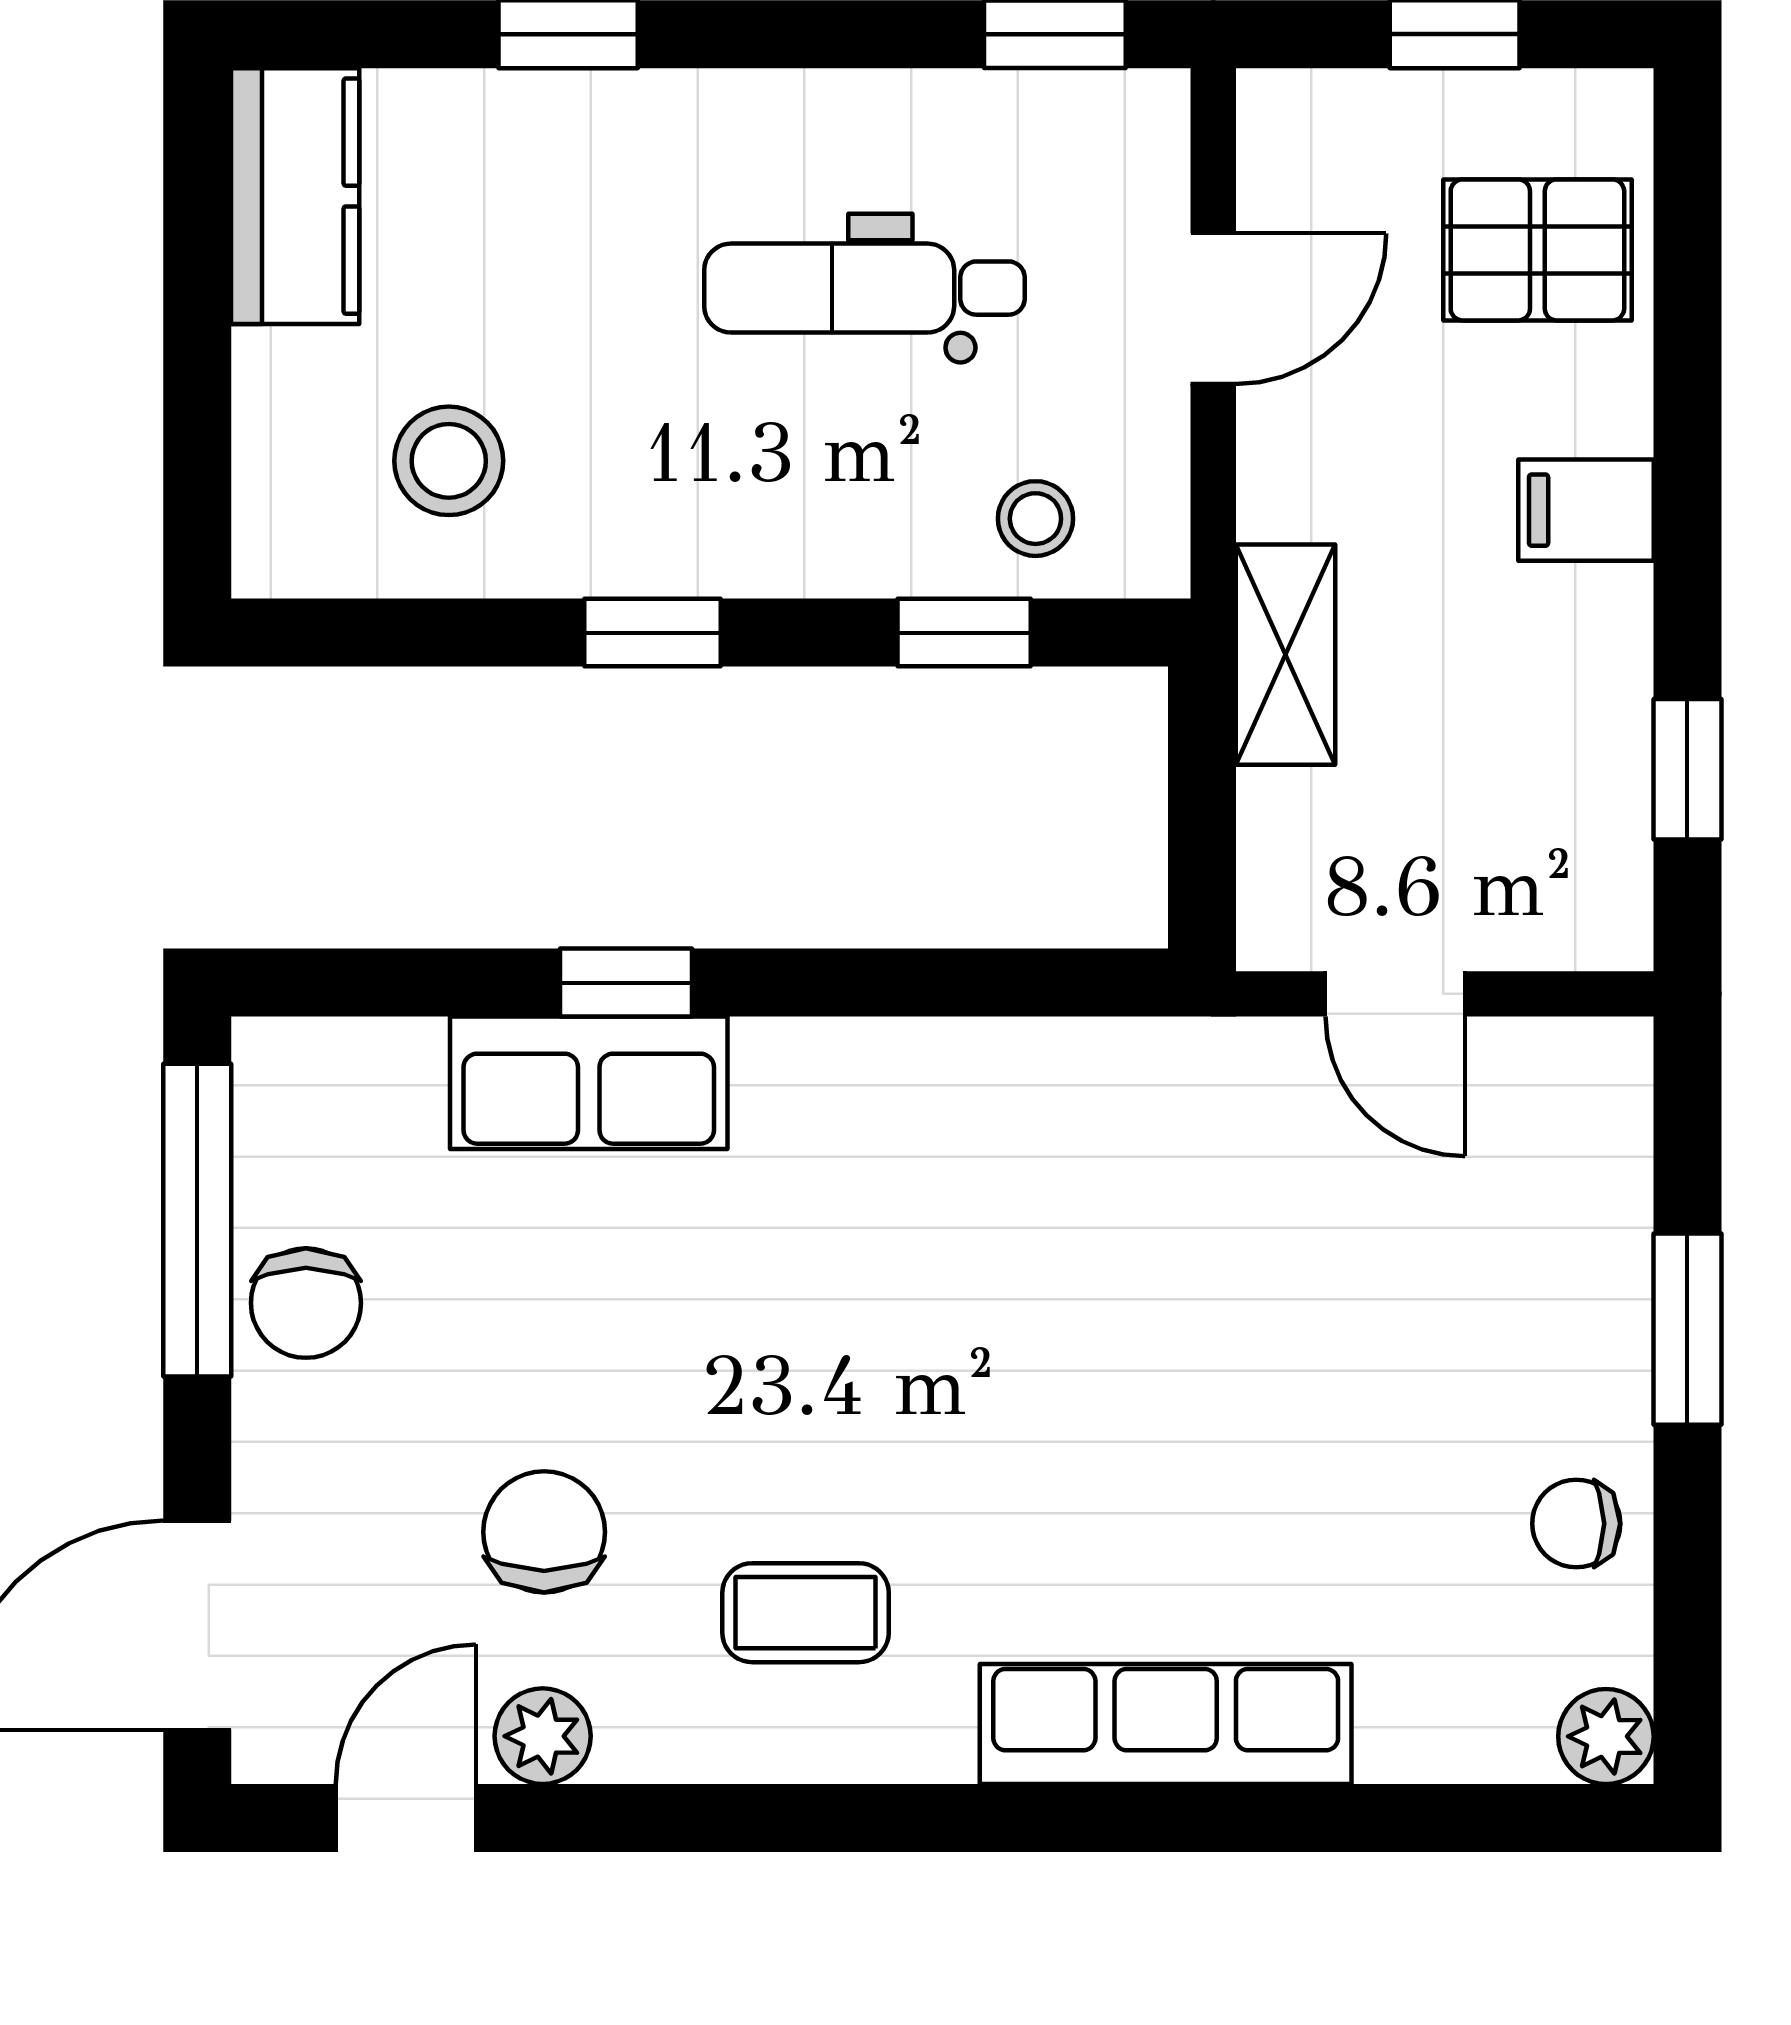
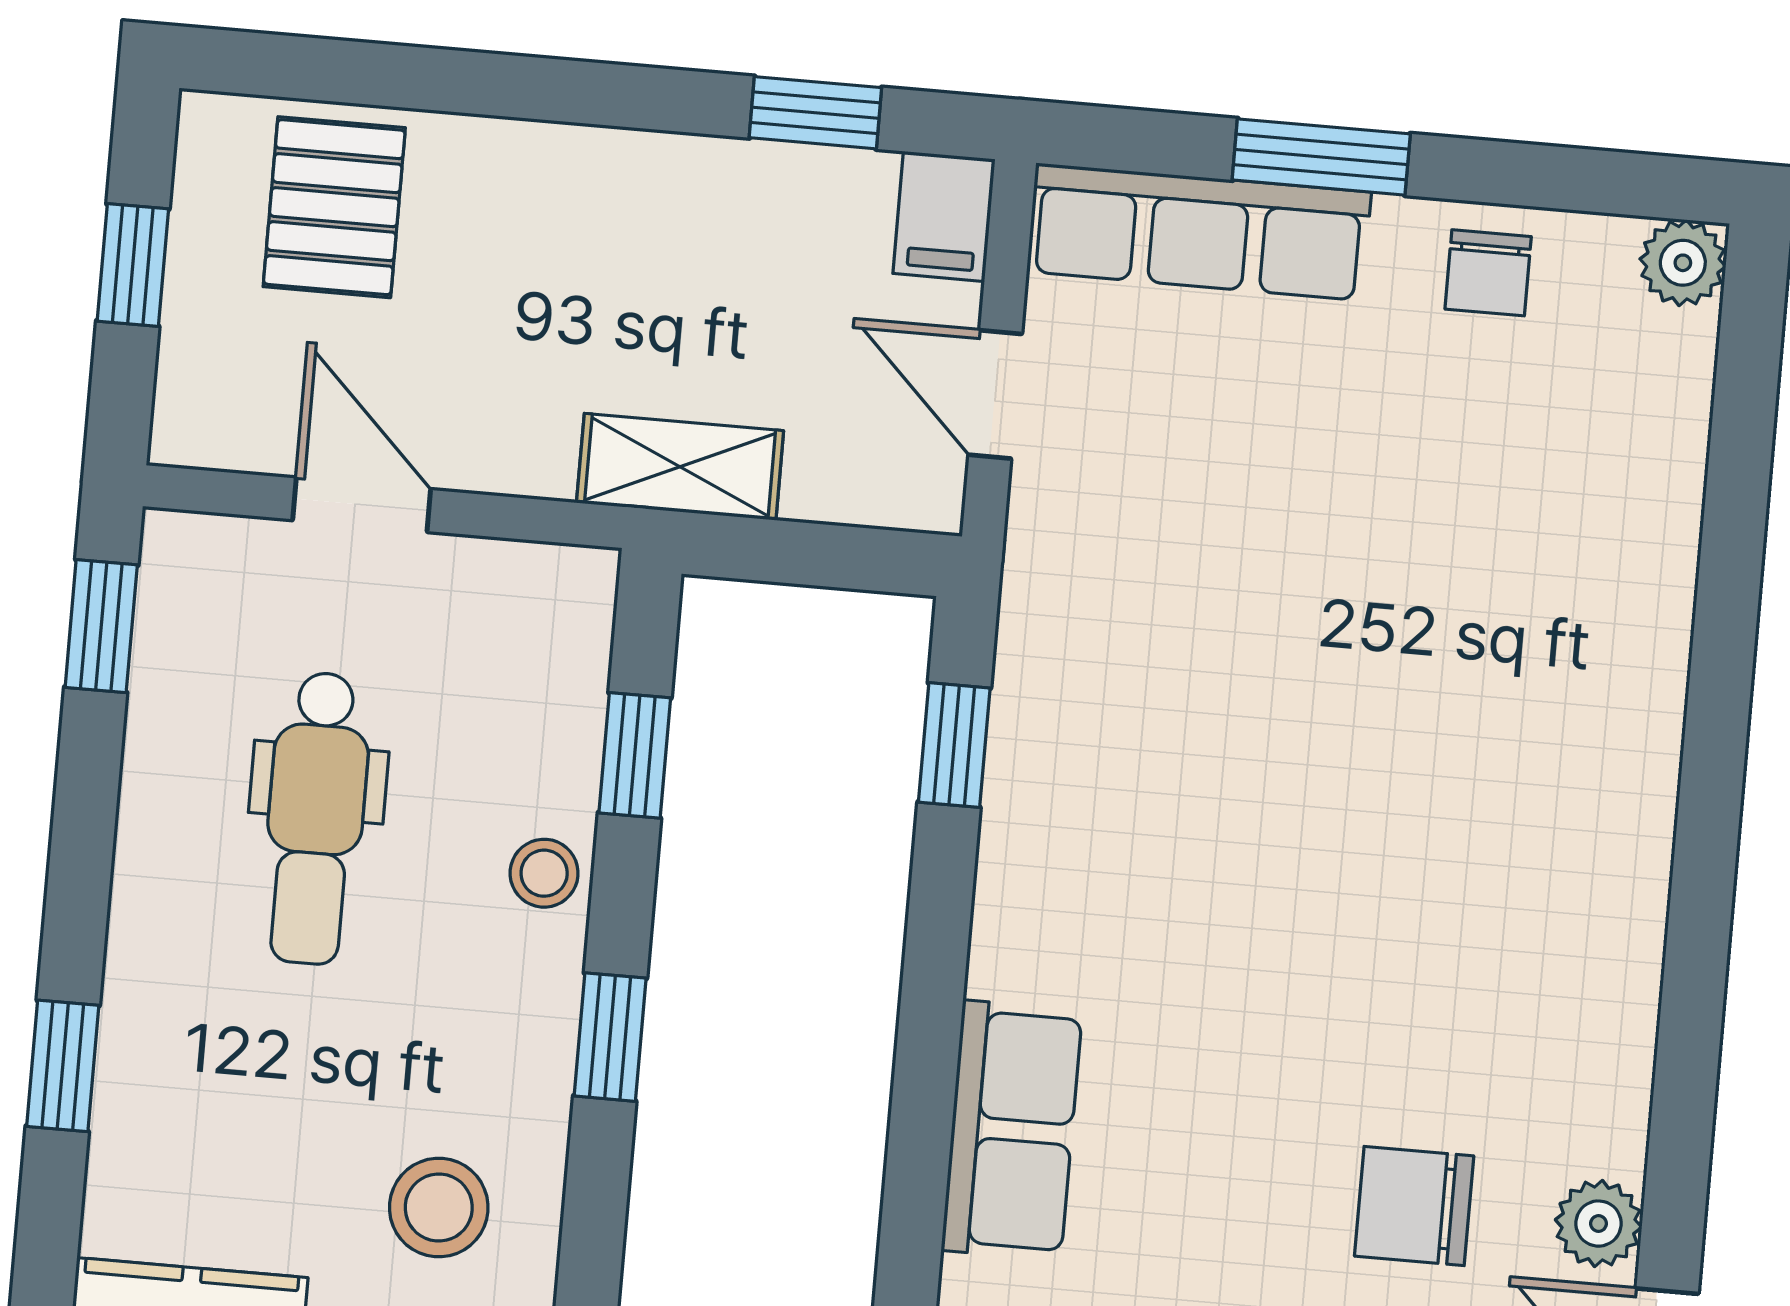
filing cabinet: (1586, 510) -> (944, 216), moved
stool: (1035, 519) -> (544, 873), moved
window: (626, 983) -> (954, 745), moved
door: (1395, 994) -> (995, 394), swing flipped
coffee table: (806, 1613) -> (1508, 976), removed
row of seats: (1166, 1724) -> (1199, 232), moved, turned -90

